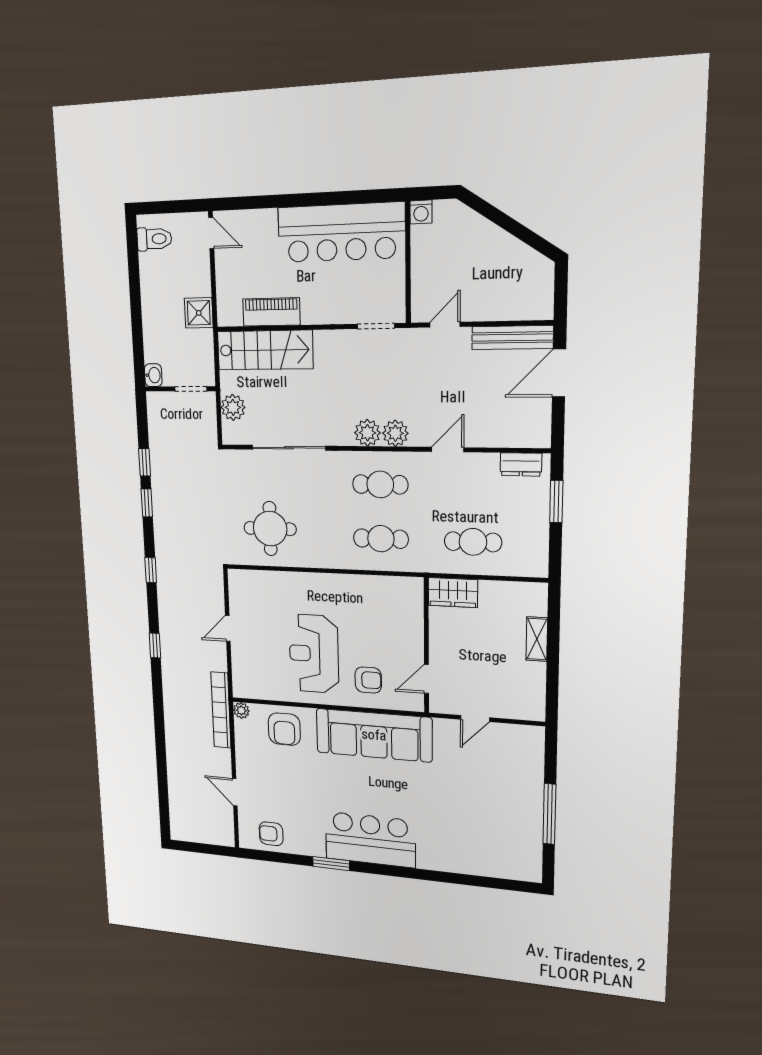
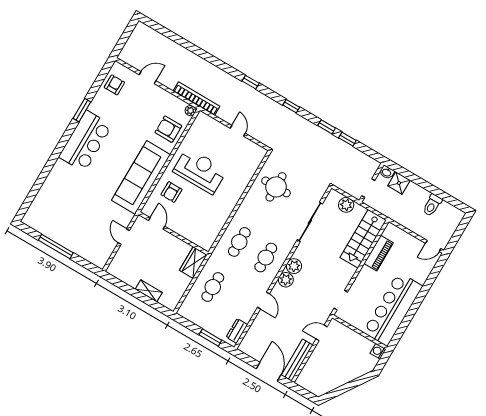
toilet: (154, 239) -> (432, 205), moved
shower: (199, 313) -> (399, 183), moved
door: (445, 325) -> (322, 333), swing flipped

